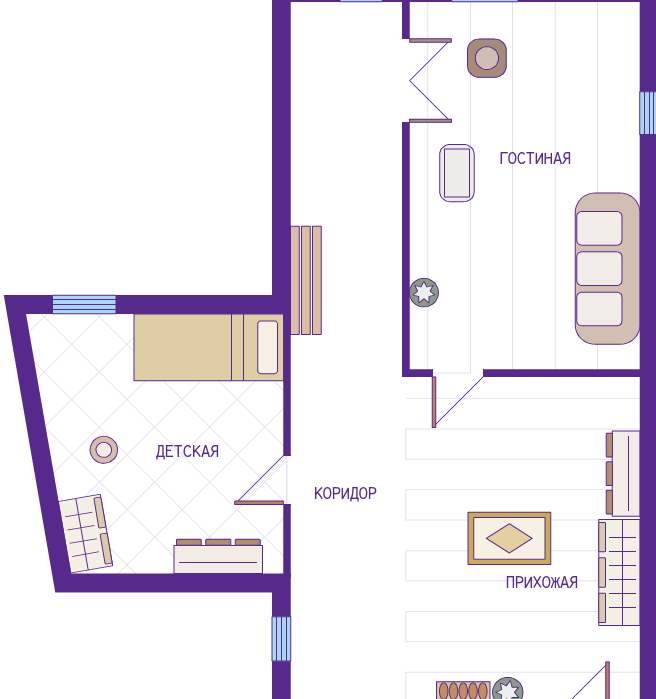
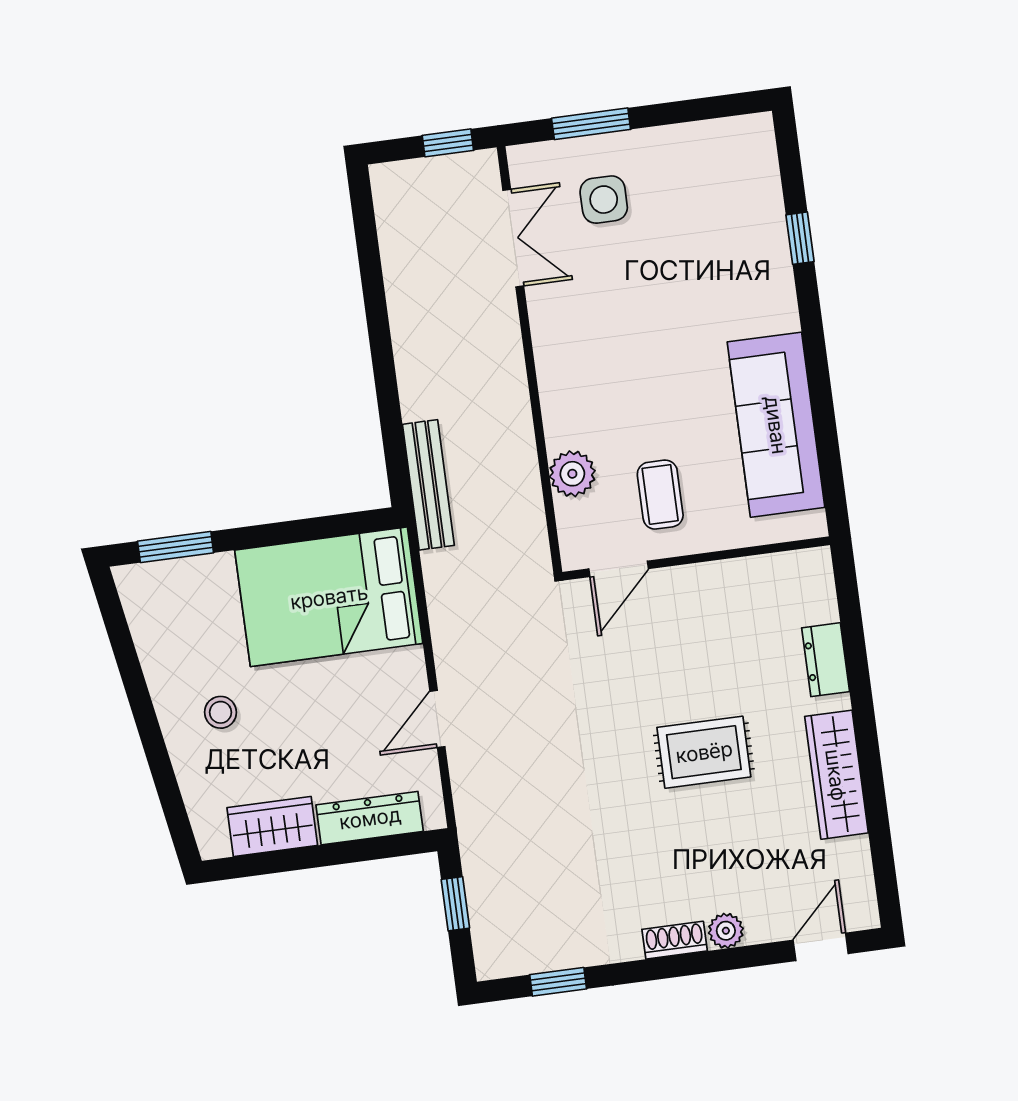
coffee table: (457, 173) -> (660, 495), moved
plant: (424, 293) -> (572, 474), width x1.38, depth x1.38
bed: (209, 347) -> (329, 597), width x1.50
dresser: (623, 474) -> (826, 660), width x0.70
wardrobe: (86, 534) -> (272, 827), moved, turned -80

